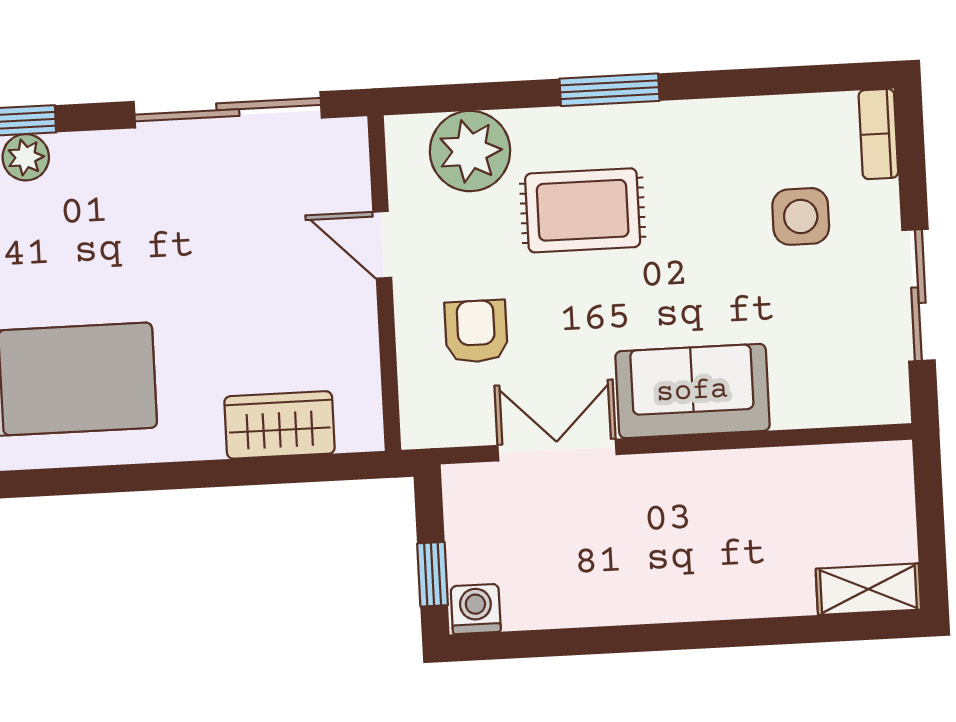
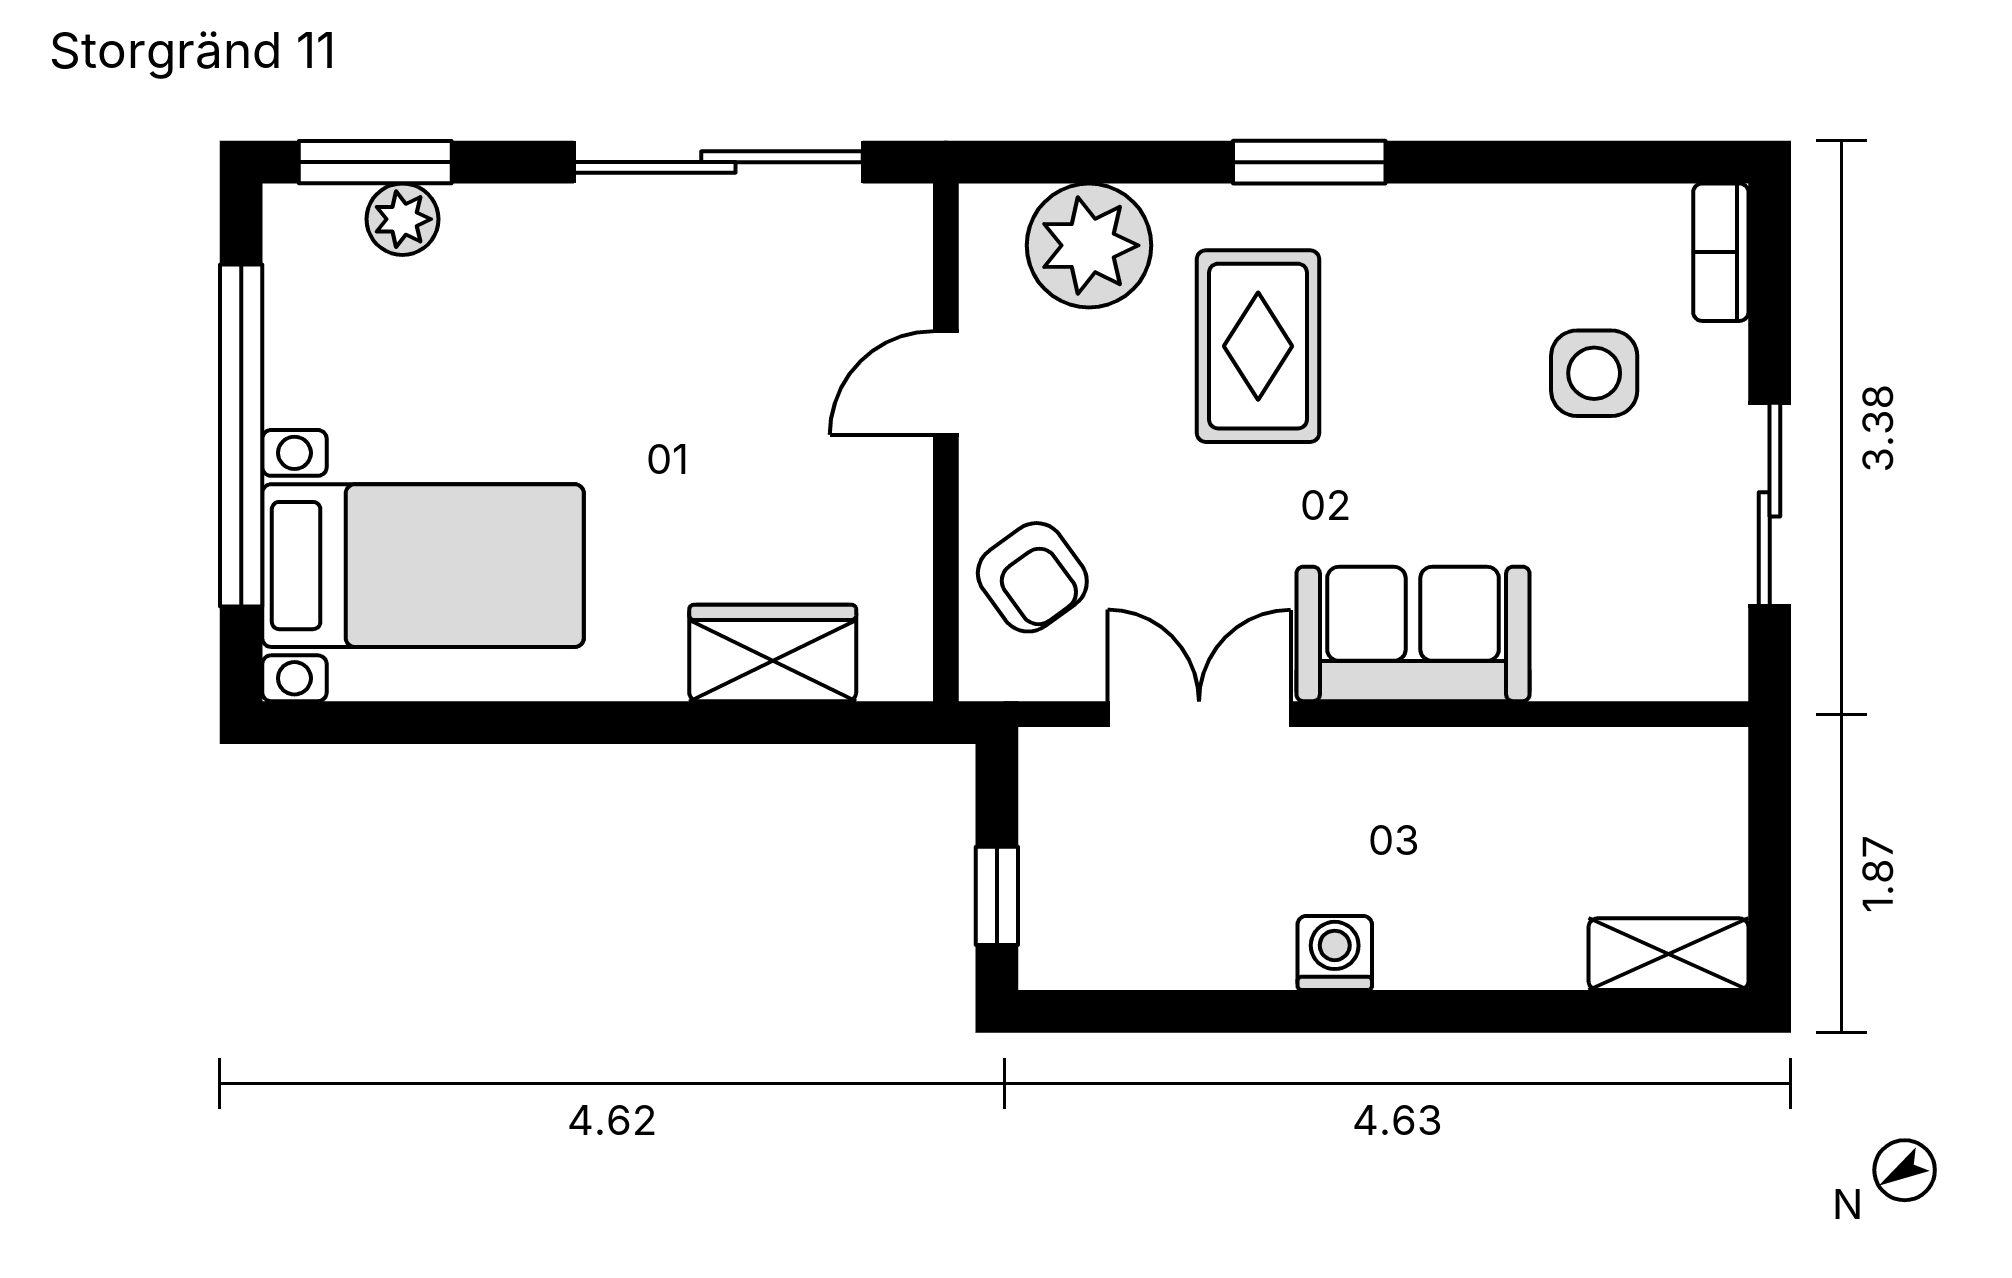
rug: (583, 210) -> (1258, 346), turned 90
door: (382, 245) -> (946, 383), hinge flipped
armchair: (476, 331) -> (1032, 577), moved, turned 144
washing machine: (476, 609) -> (1335, 953), moved

